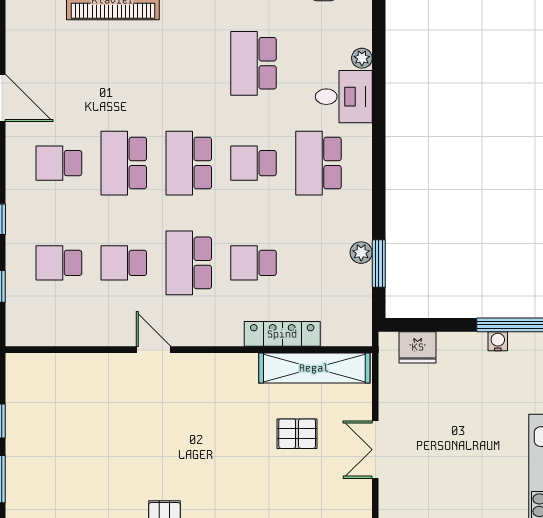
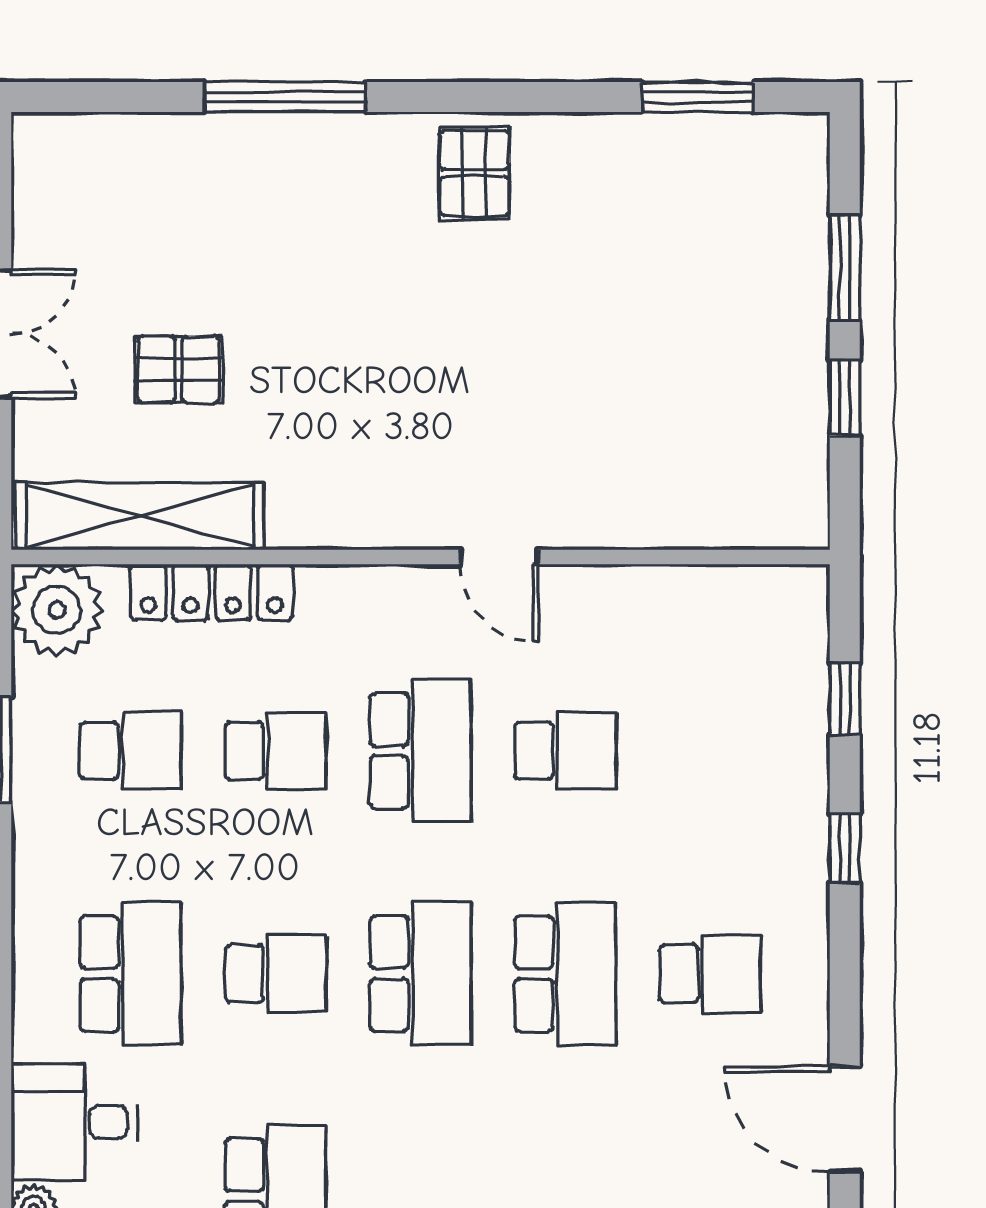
plant: (361, 253) -> (57, 610), moved, width x1.88, depth x1.88
school desk: (59, 263) -> (131, 751), moved

